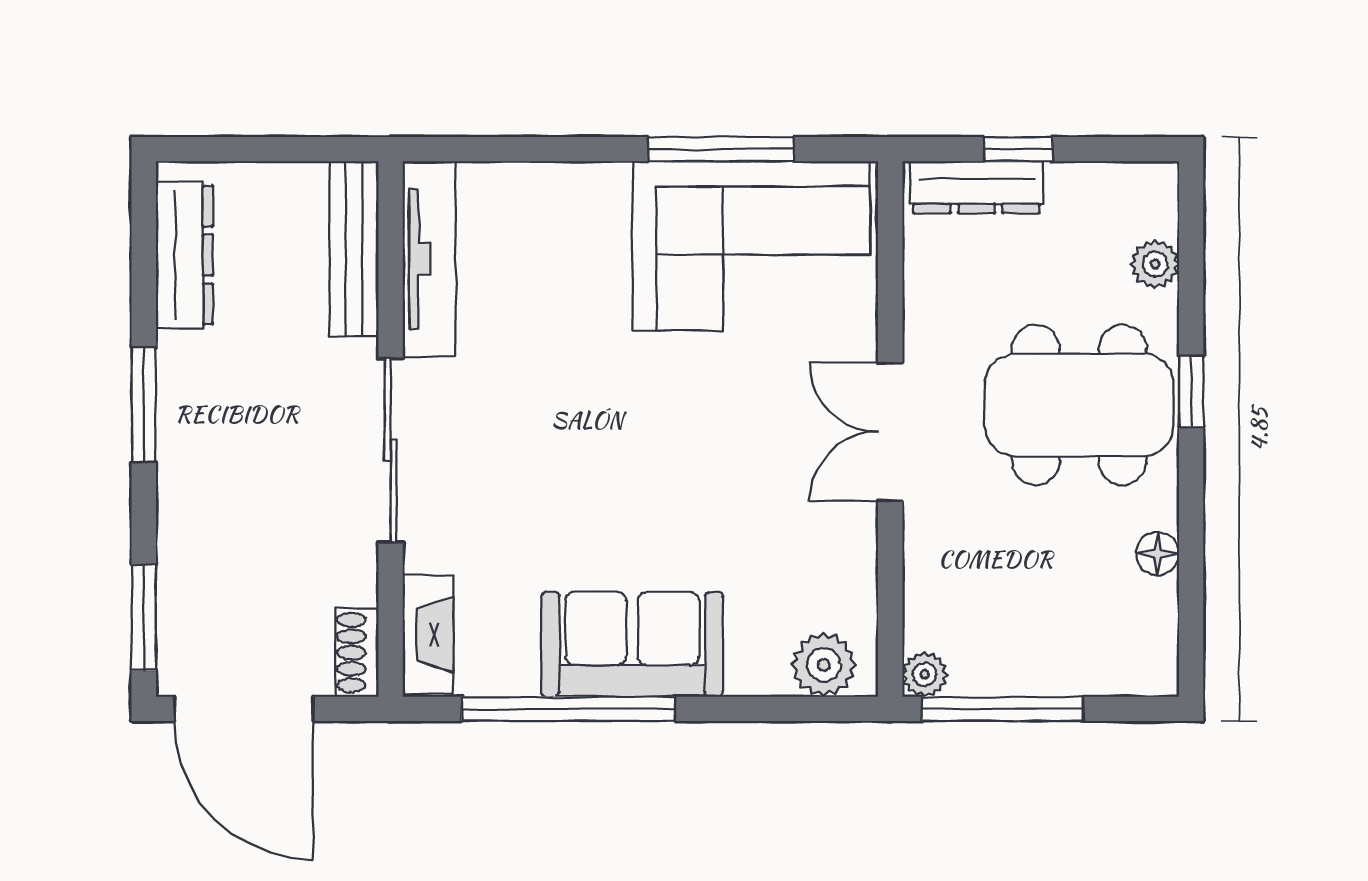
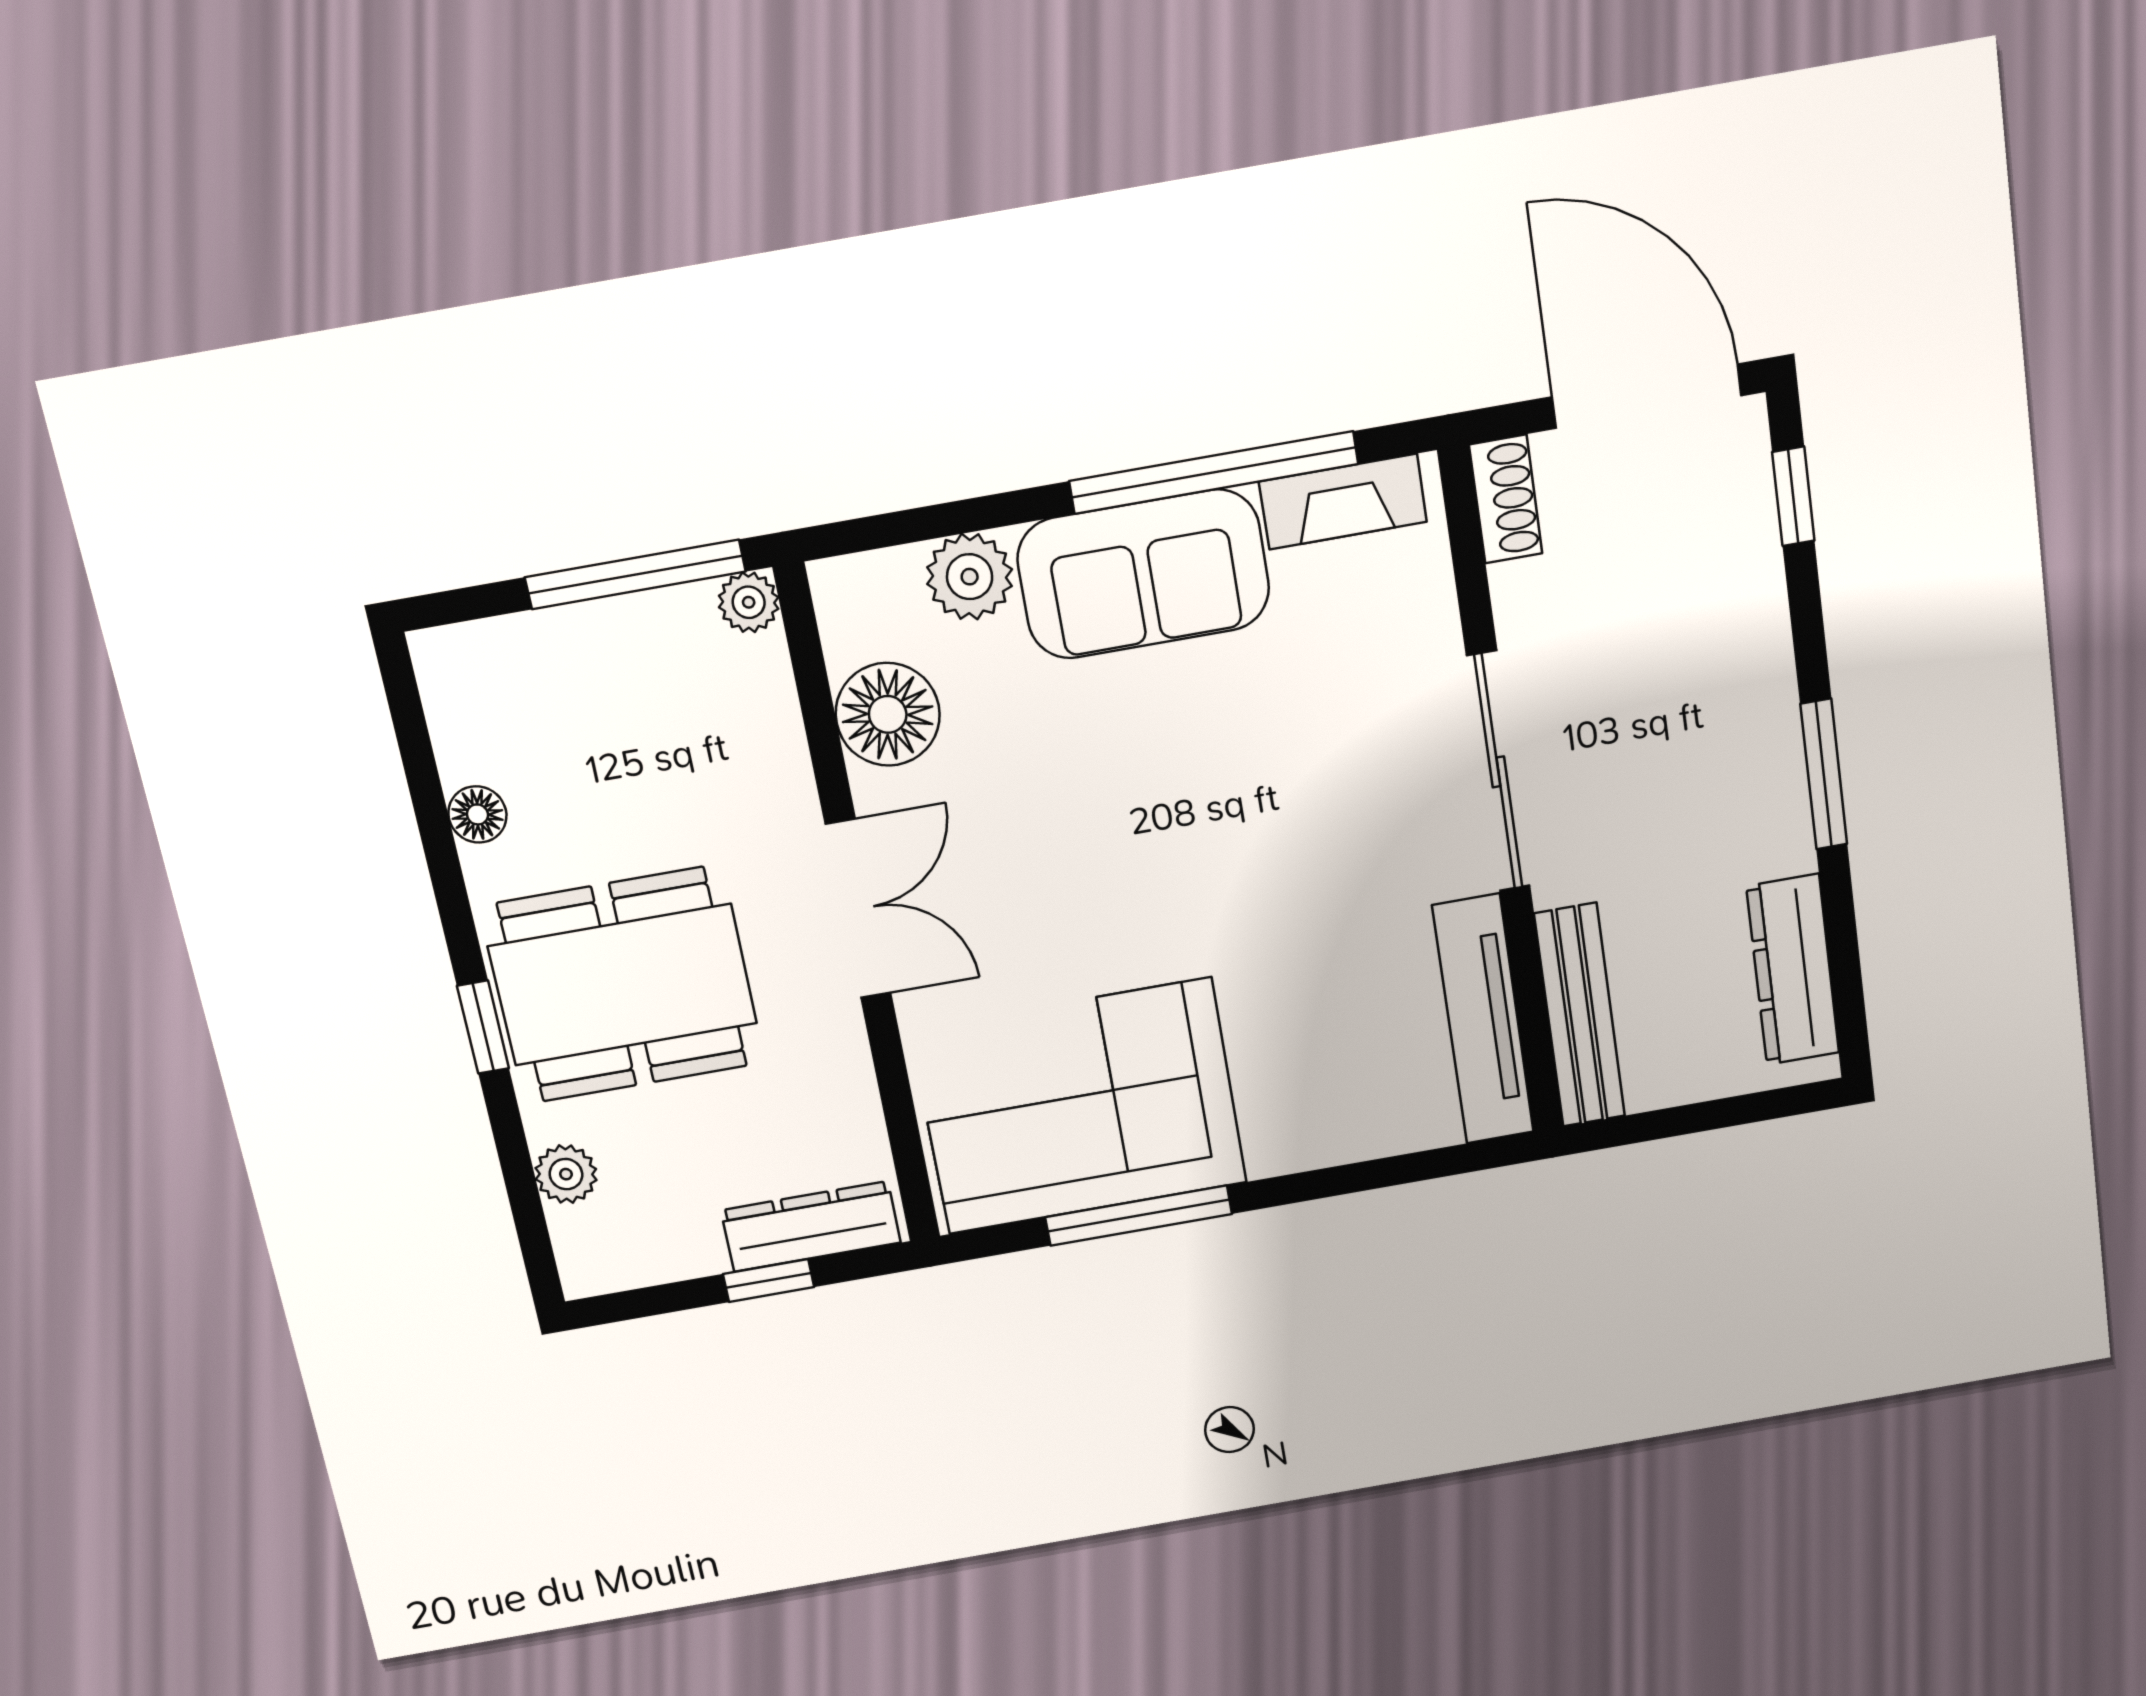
floor lamp: (839, 574) -> (888, 714), added
window: (144, 618) -> (1793, 496), width x0.67
fireplace: (428, 635) -> (1343, 502), moved, turned -90
plant: (824, 665) -> (970, 577), moved

